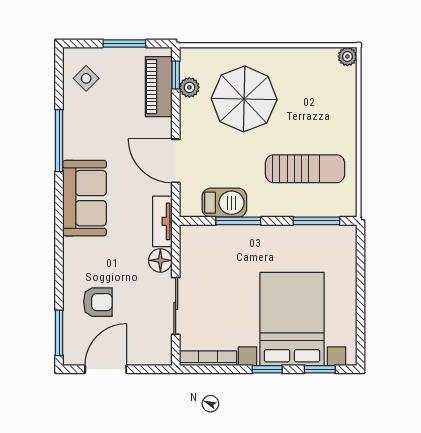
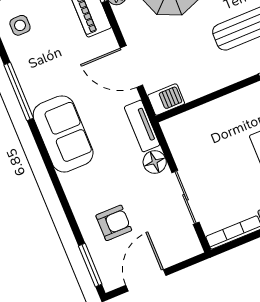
side table: (86, 78) -> (20, 25), turned 45
barbecue: (224, 203) -> (166, 100), moved, width x0.73, depth x0.79
window: (238, 221) -> (210, 97), removed

